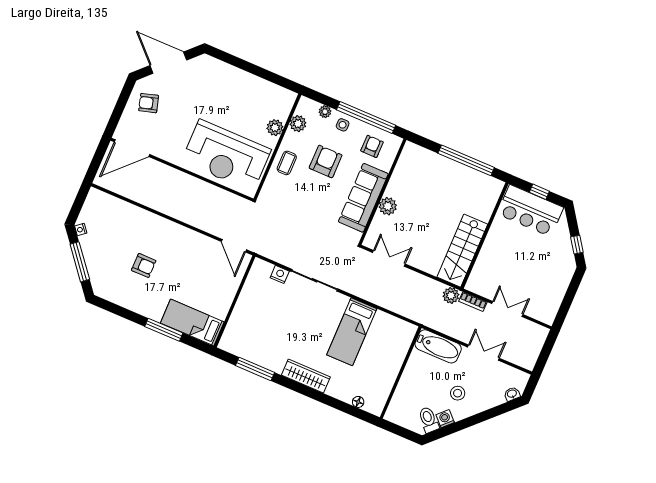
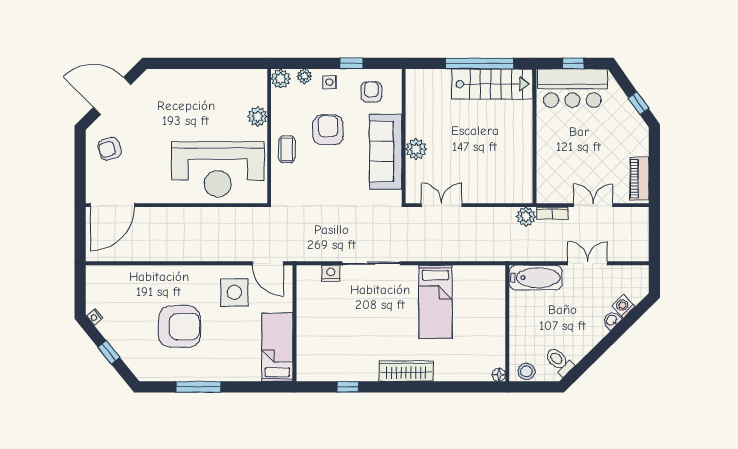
window: (366, 117) -> (351, 63), width x0.32
plant: (298, 124) -> (281, 79), moved
stairs: (462, 251) -> (492, 84), moved, turned -90
side table: (198, 257) -> (234, 292), added
window: (80, 262) -> (109, 352), width x0.46
armchair: (144, 265) -> (180, 327), width x1.88, depth x1.88
piano: (552, 304) -> (639, 179), added
bed: (192, 322) -> (277, 347), moved, turned 90
window: (164, 330) -> (198, 387), moved
window: (255, 369) -> (348, 387), width x0.46
stool: (458, 393) -> (526, 371), moved
washbasin: (512, 394) -> (612, 320), moved
floor lamp: (358, 402) -> (499, 375), moved
washing machine: (445, 419) -> (623, 306), moved

